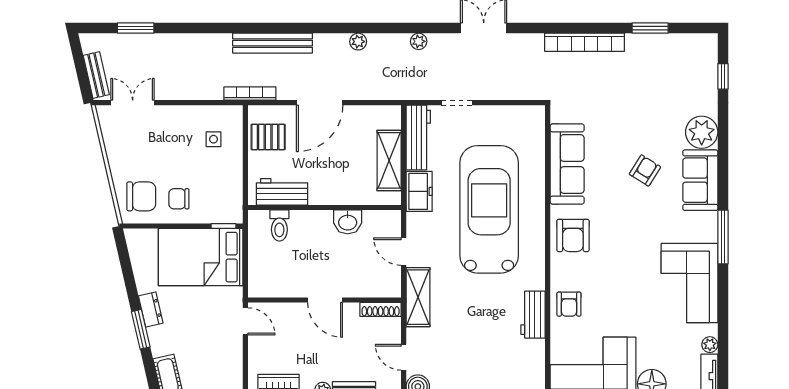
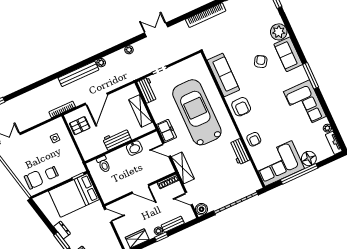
bench: (273, 43) -> (78, 74), moved
workbench: (418, 137) -> (147, 90), width x0.73
freezer: (419, 191) -> (166, 131), moved
workbench: (282, 192) -> (117, 139), moved

